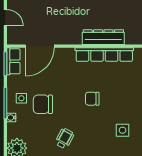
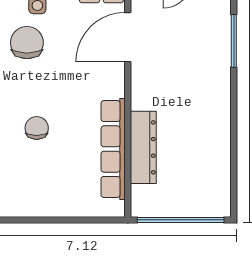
door: (40, 46) -> (128, 37), hinge flipped

